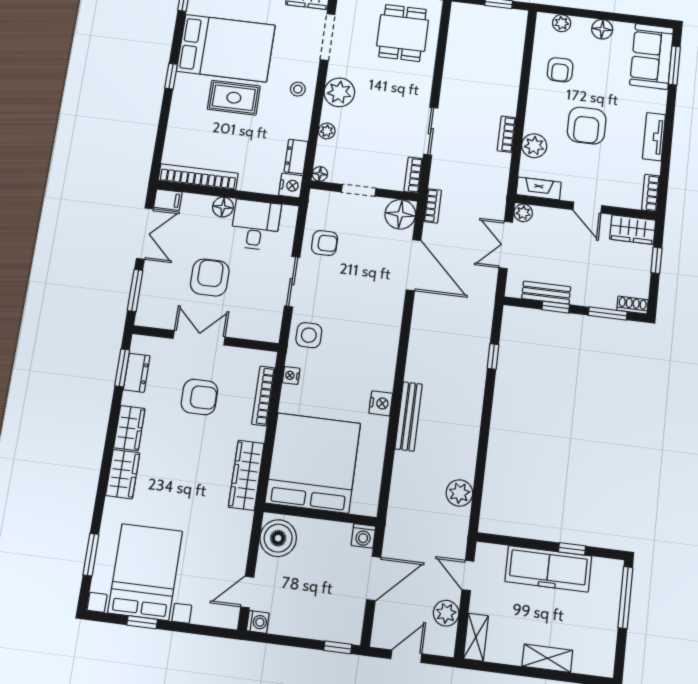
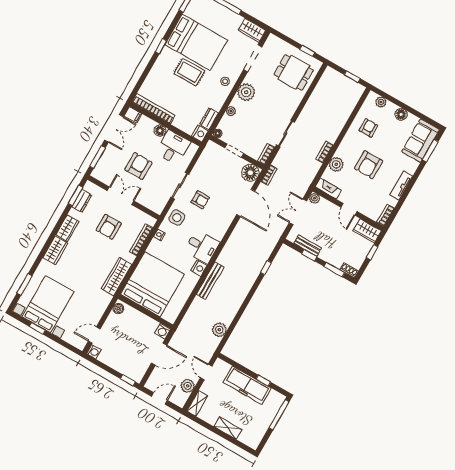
dining table: (403, 33) -> (294, 72), turned 90
armchair: (560, 70) -> (368, 128), turned 180
armchair: (325, 243) -> (200, 200), moved
desk: (371, 366) -> (202, 247), added
armchair: (199, 397) -> (109, 227), turned 90
boiler: (278, 538) -> (118, 309), width x0.54, depth x0.54

